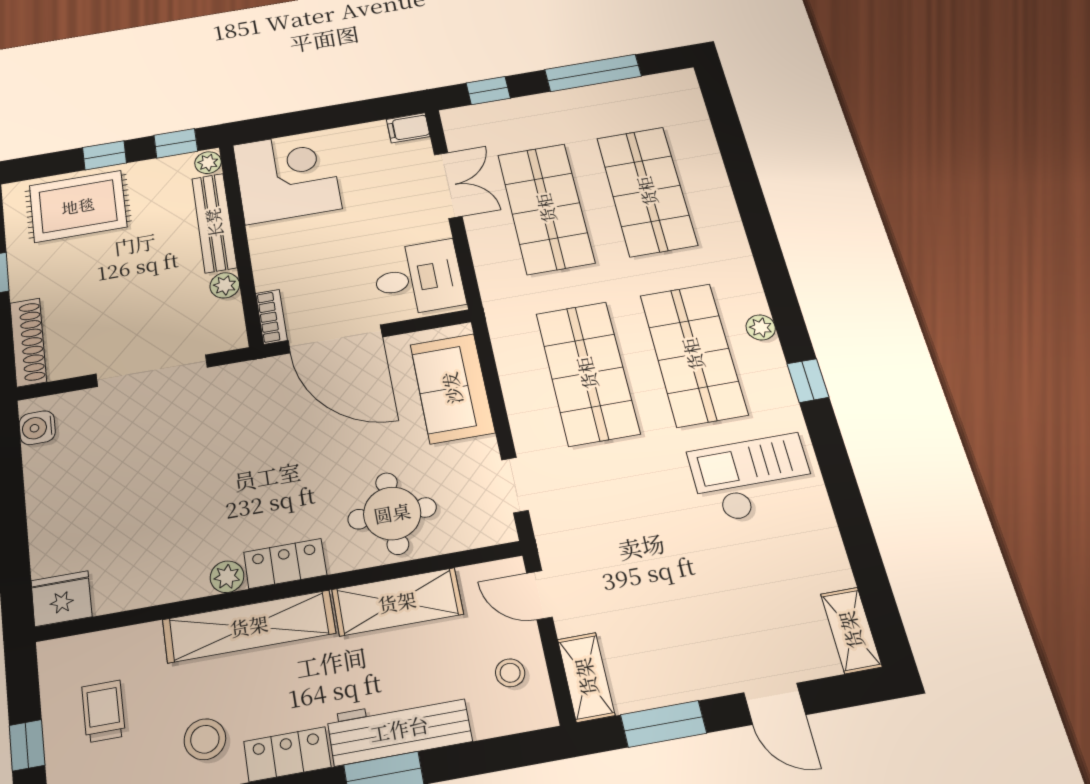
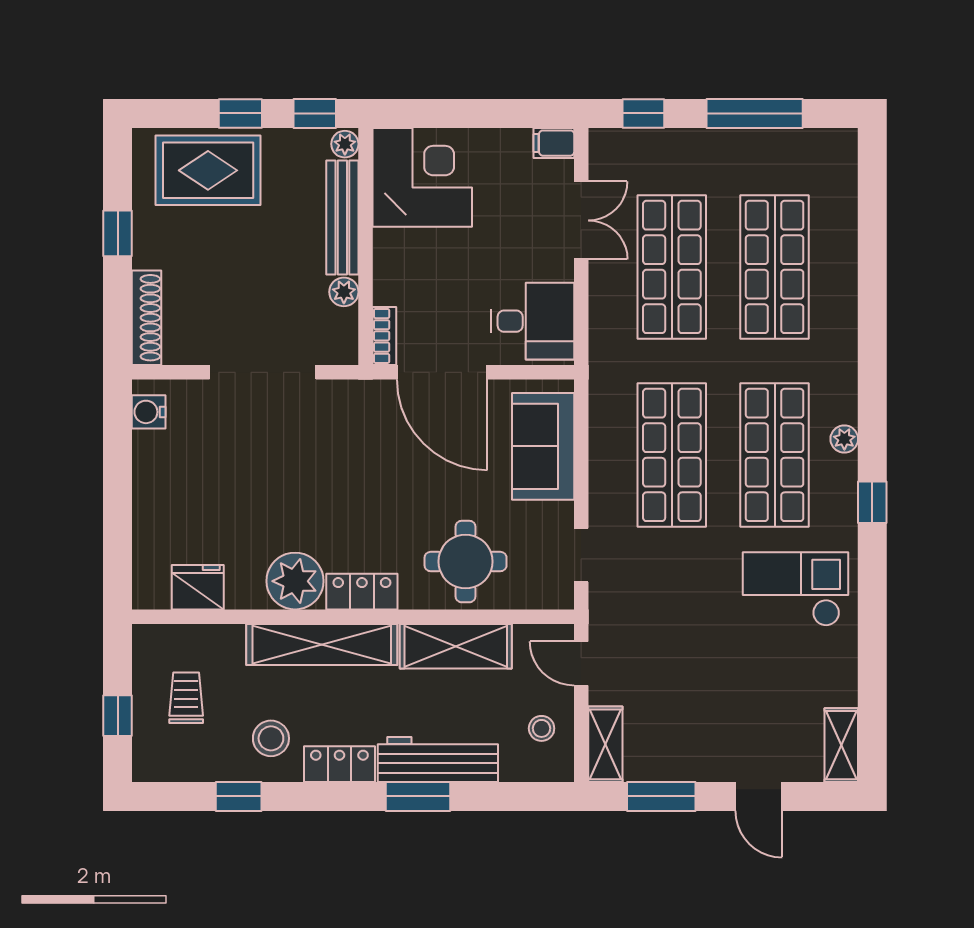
plant: (227, 577) -> (295, 581), width x1.88, depth x1.88
fridge: (61, 599) -> (198, 587), moved

